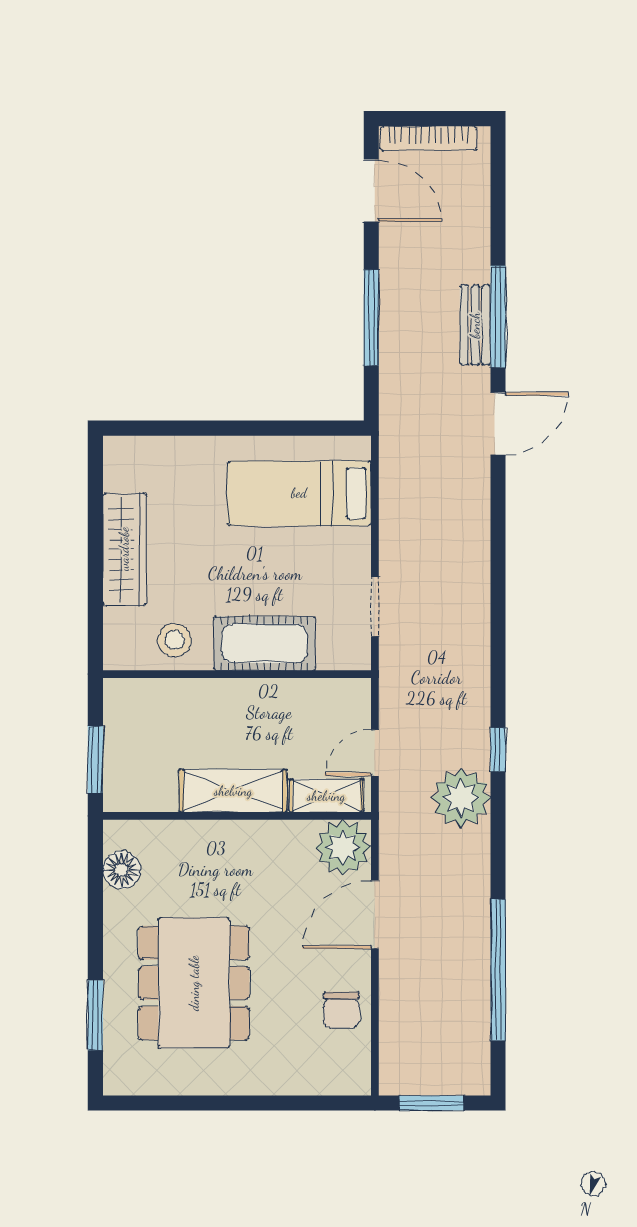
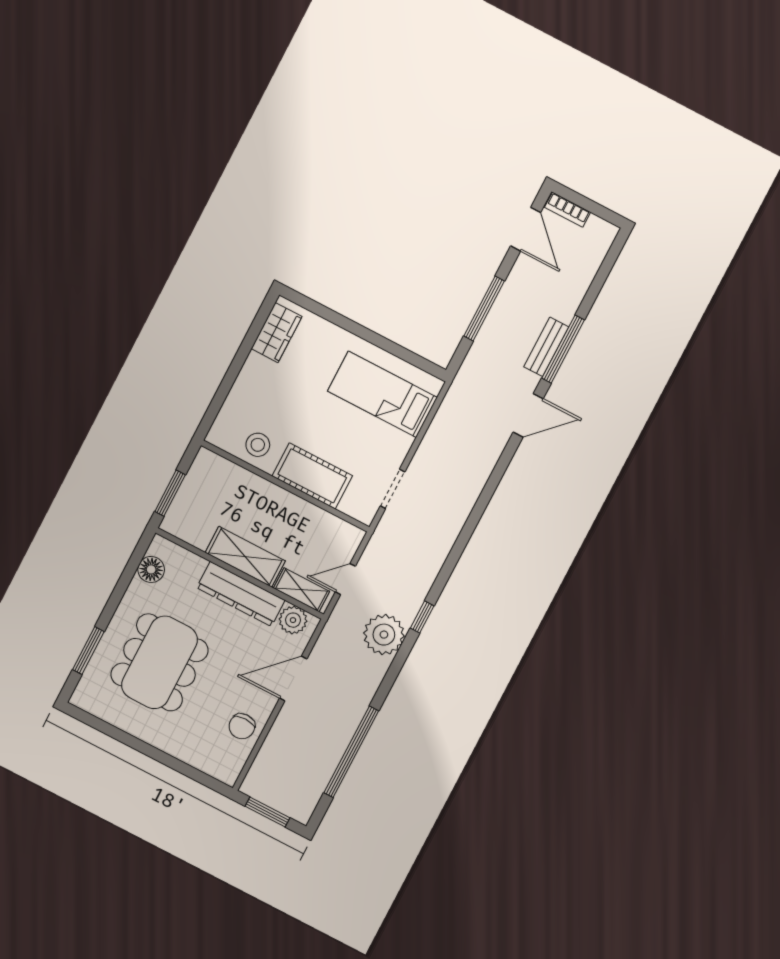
bookcase: (429, 138) -> (568, 210), width x0.64
wardrobe: (124, 549) -> (277, 333), moved, width x0.67
dresser: (252, 841) -> (241, 594), added
plant: (343, 847) -> (293, 620), width x0.73, depth x0.73

